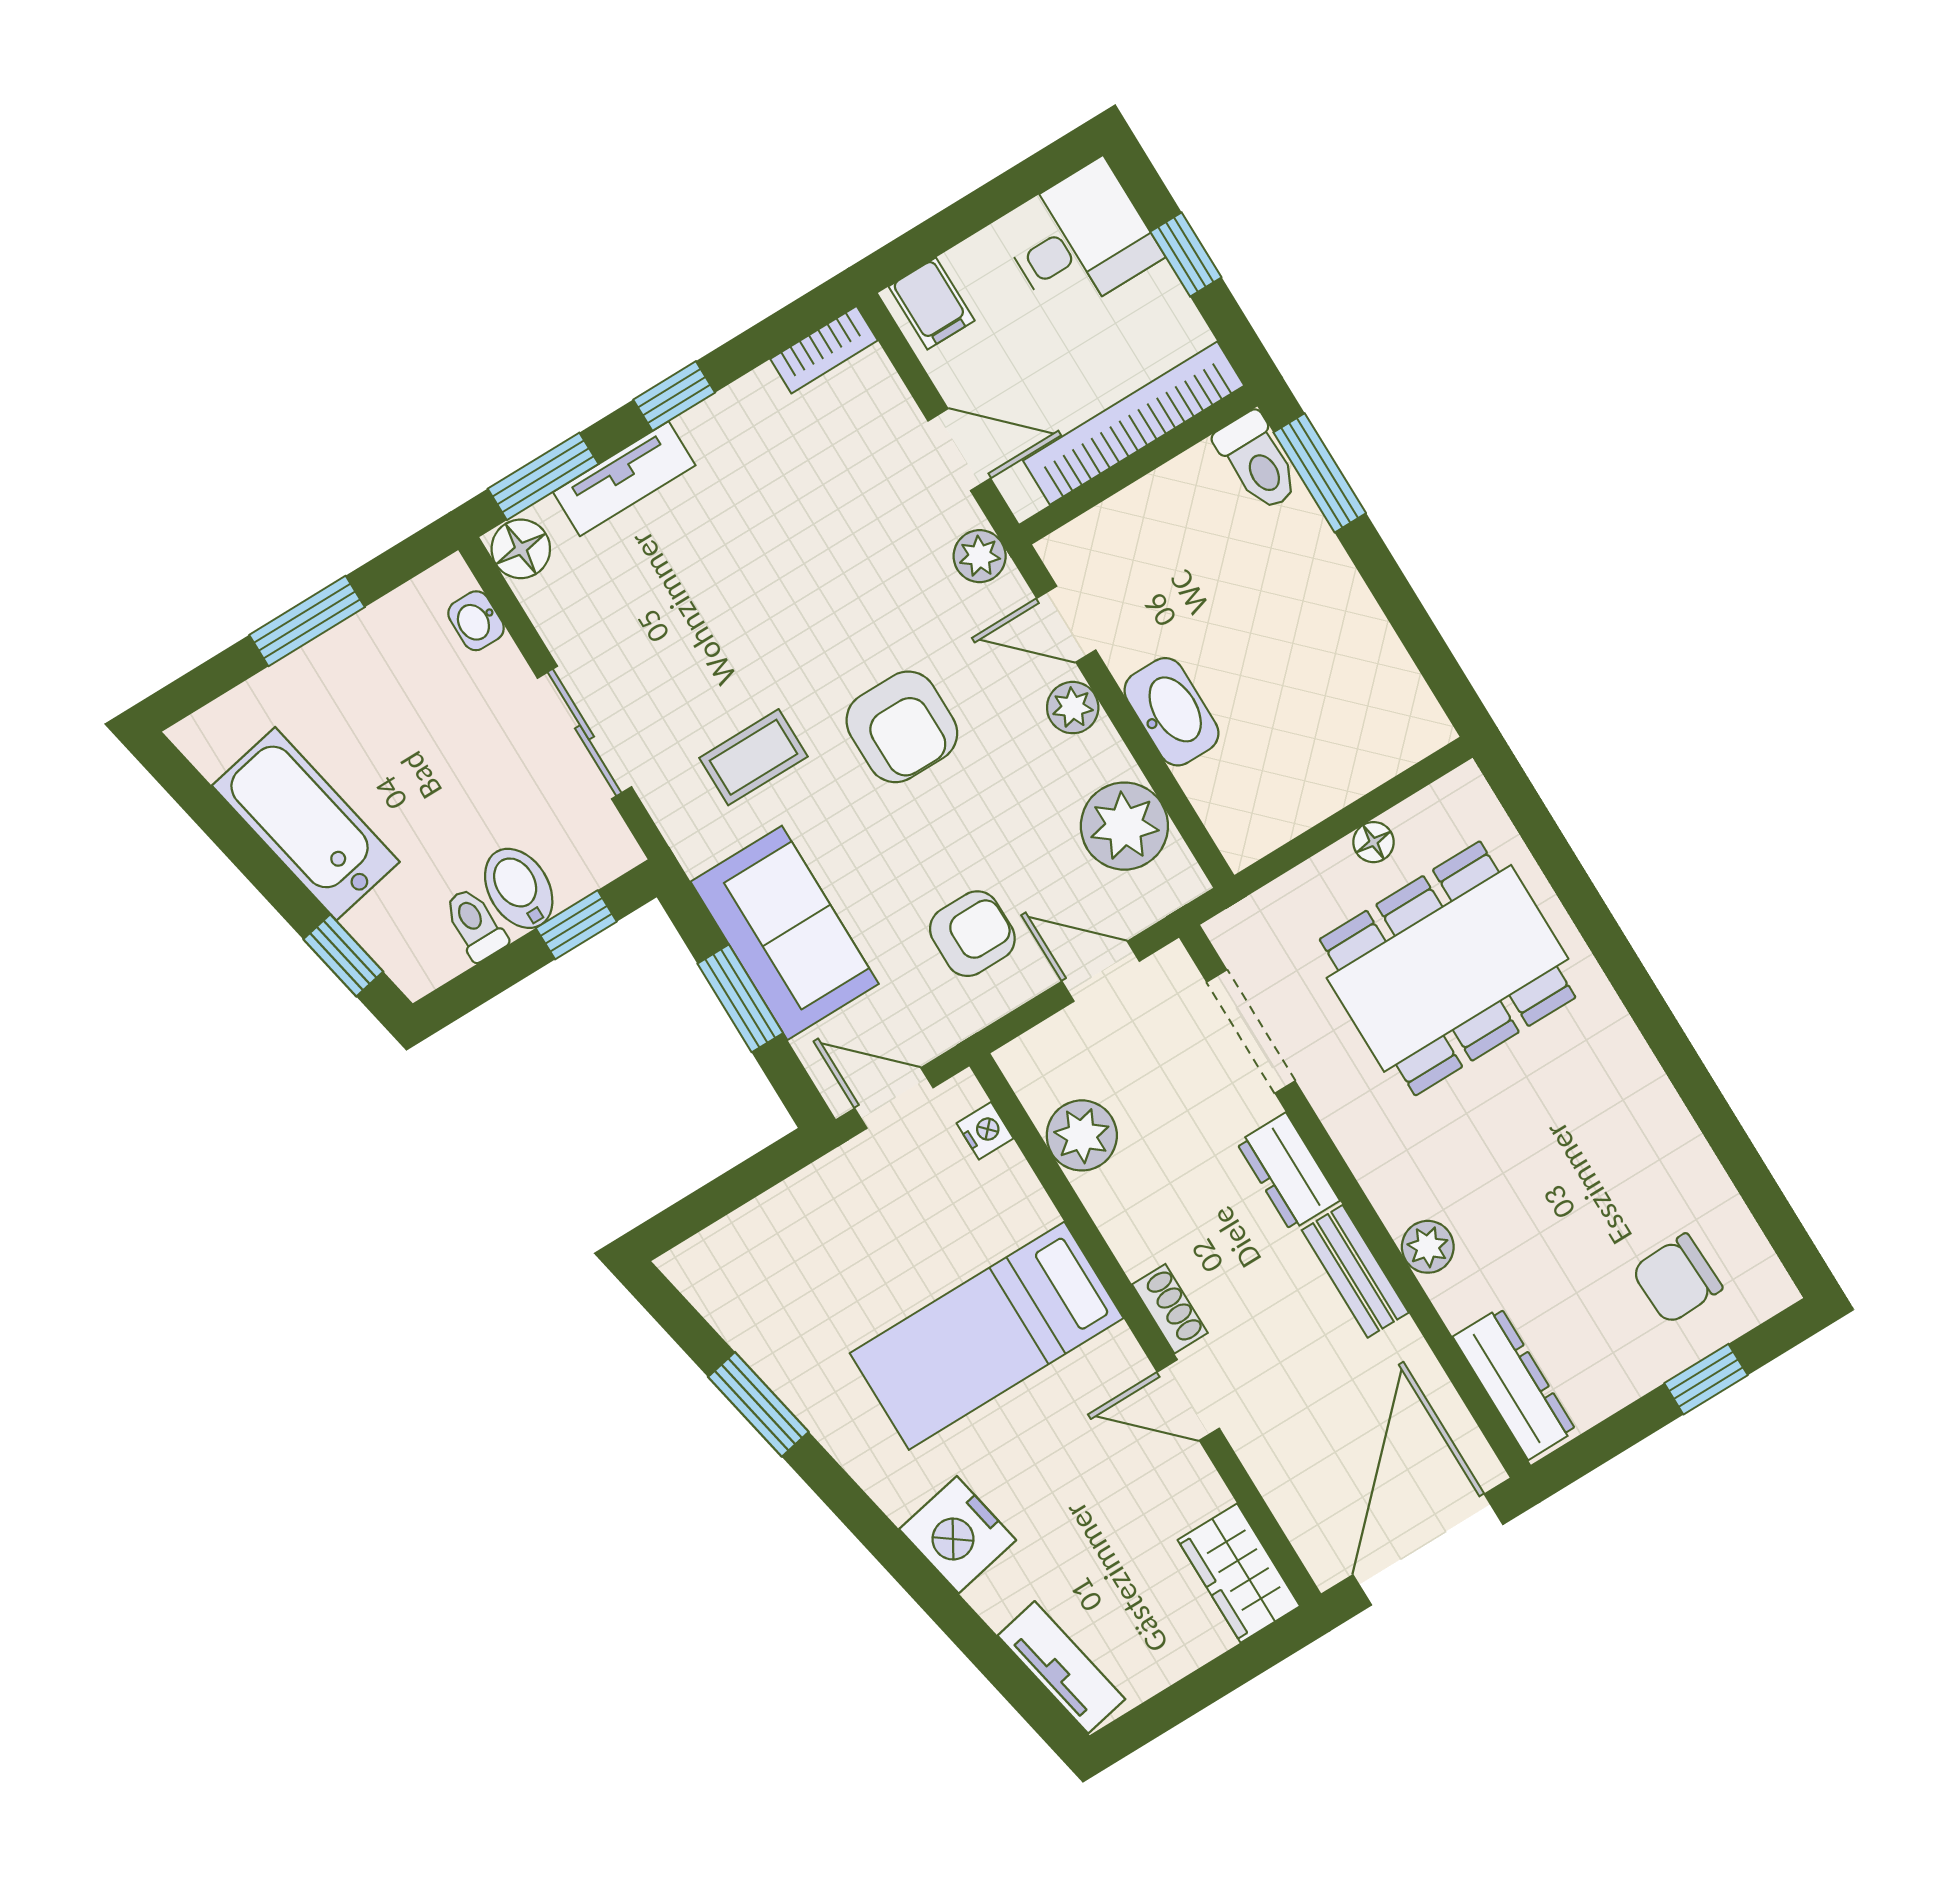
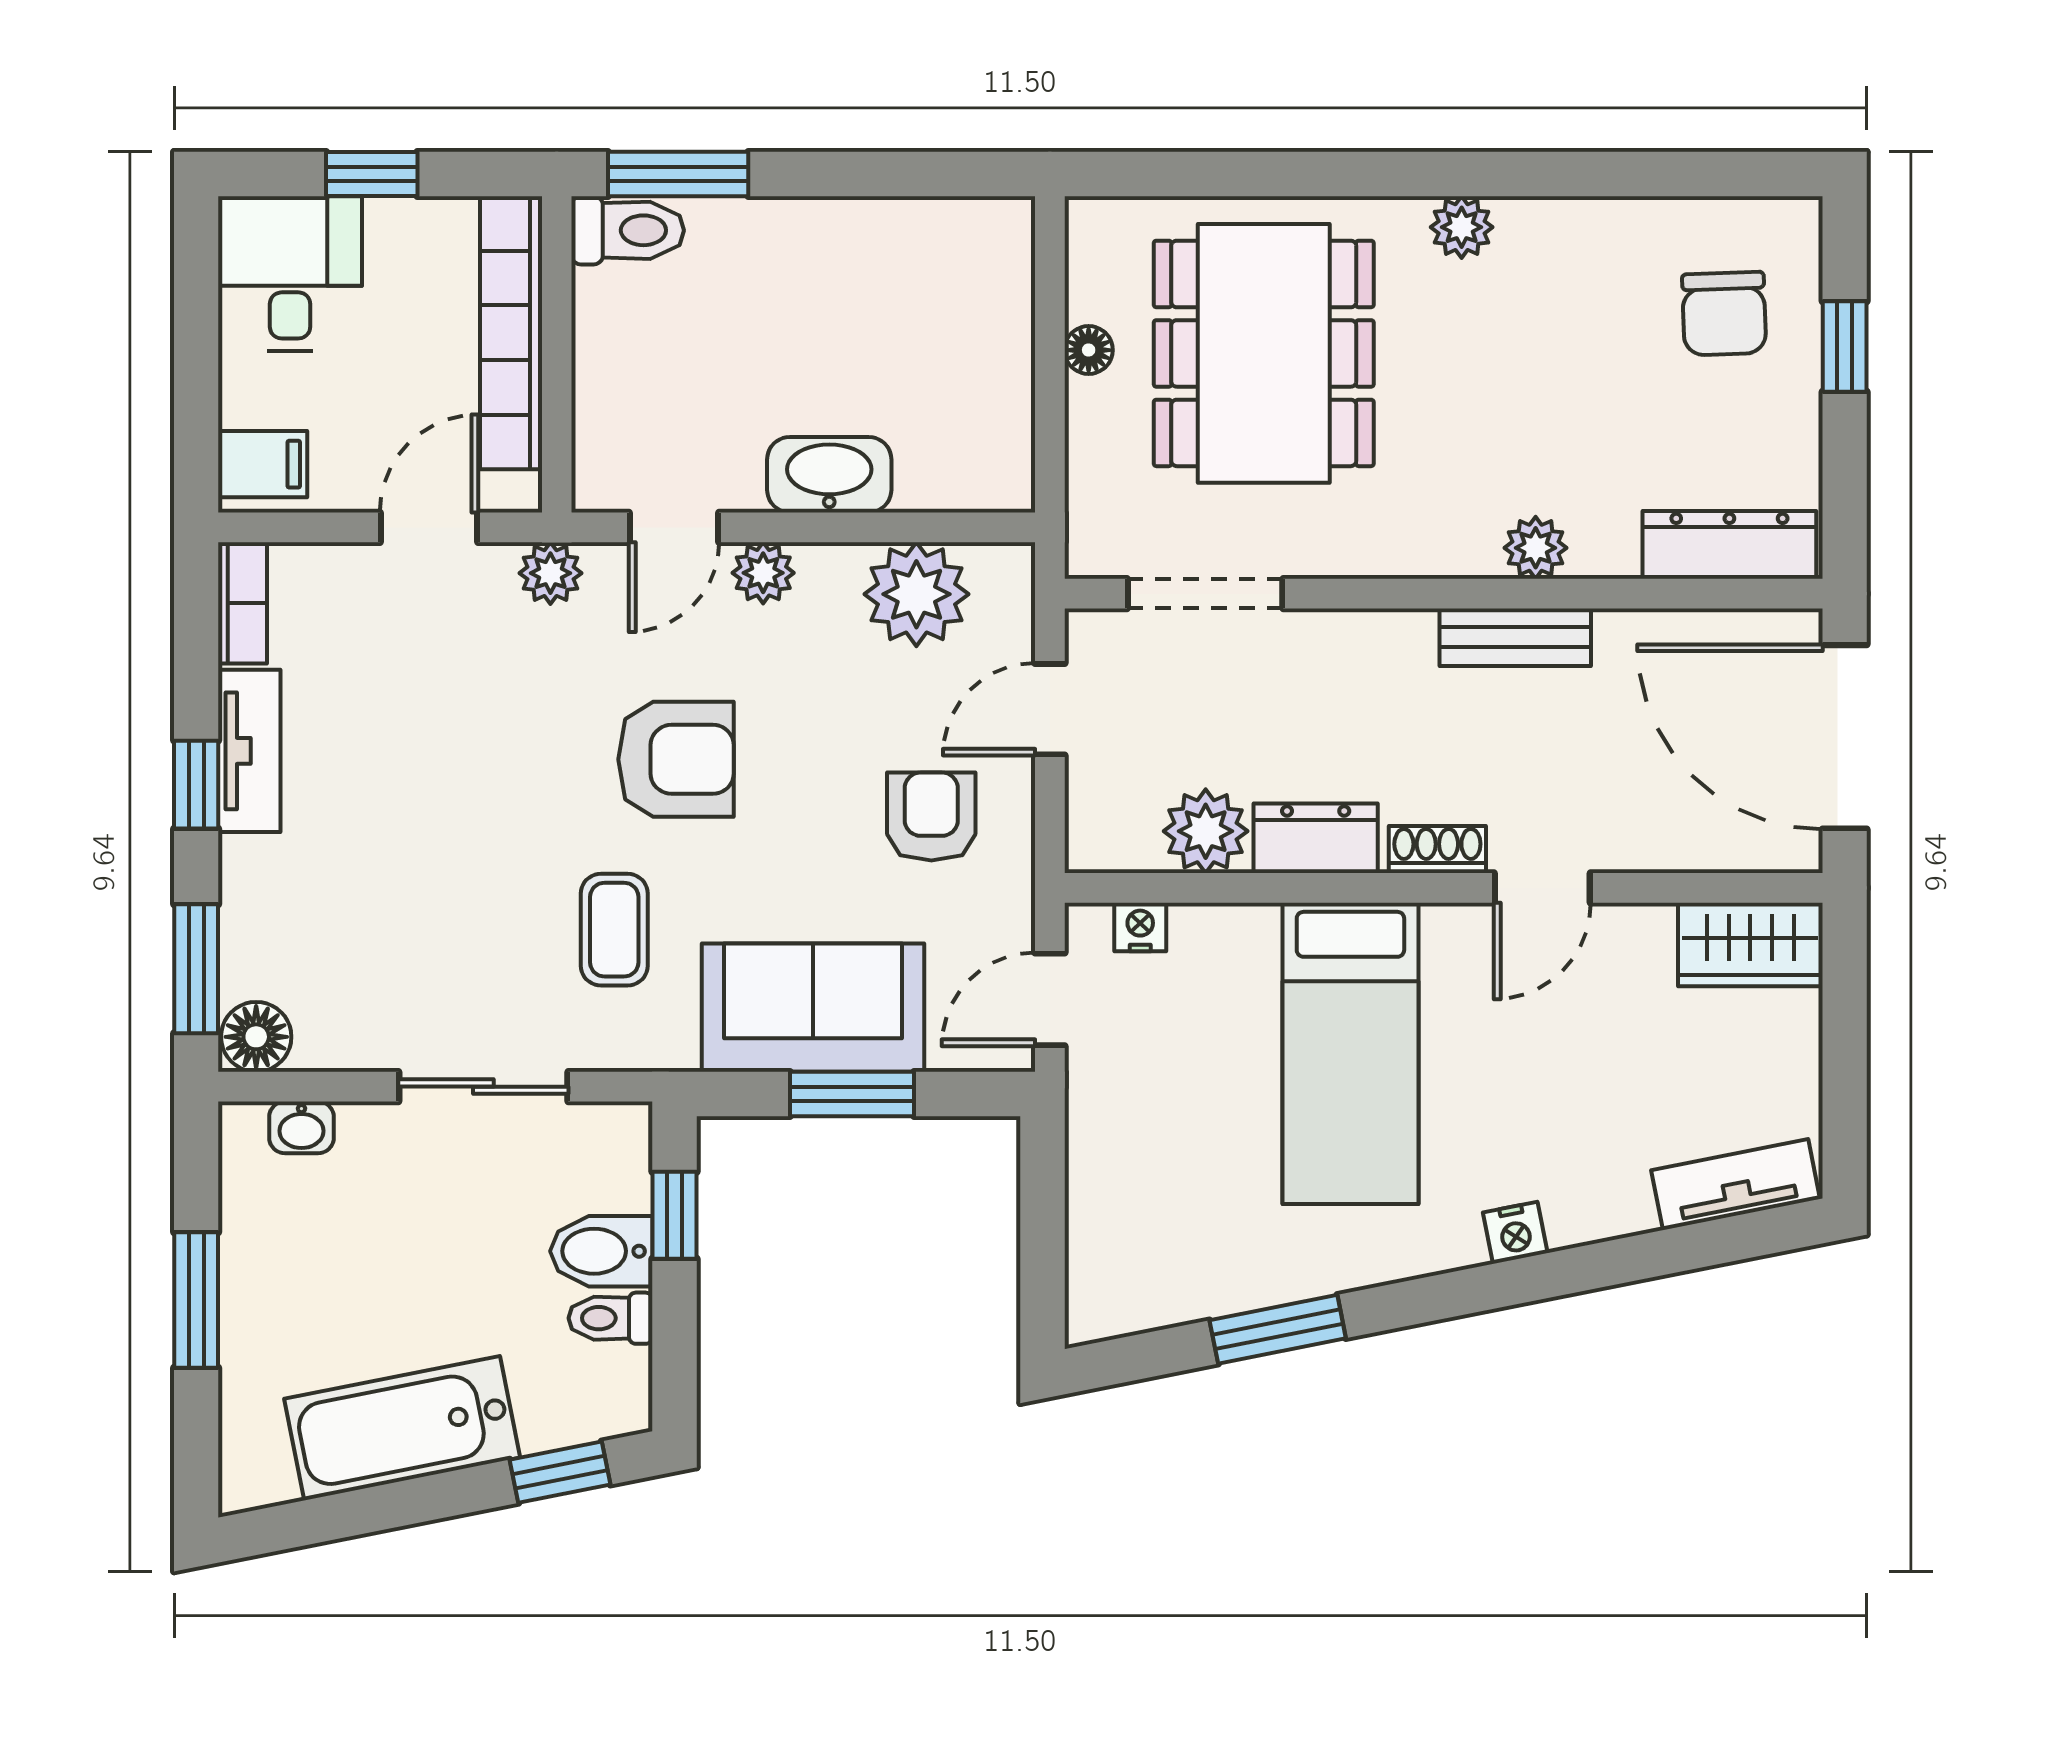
tv unit: (624, 479) -> (249, 751), moved
plant: (1624, 1054) -> (1462, 227), added
dresser: (1288, 1172) -> (1316, 838), moved, turned 180
nightstand: (958, 1535) -> (1515, 1233), width x0.53, depth x0.56

